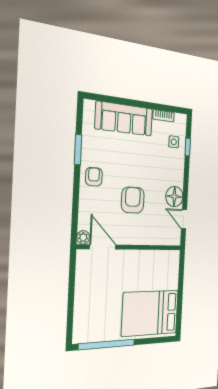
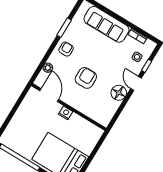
door: (184, 219) -> (136, 83), moved
plant: (83, 237) -> (48, 68), moved
nightstand: (131, 257) -> (66, 113), added

